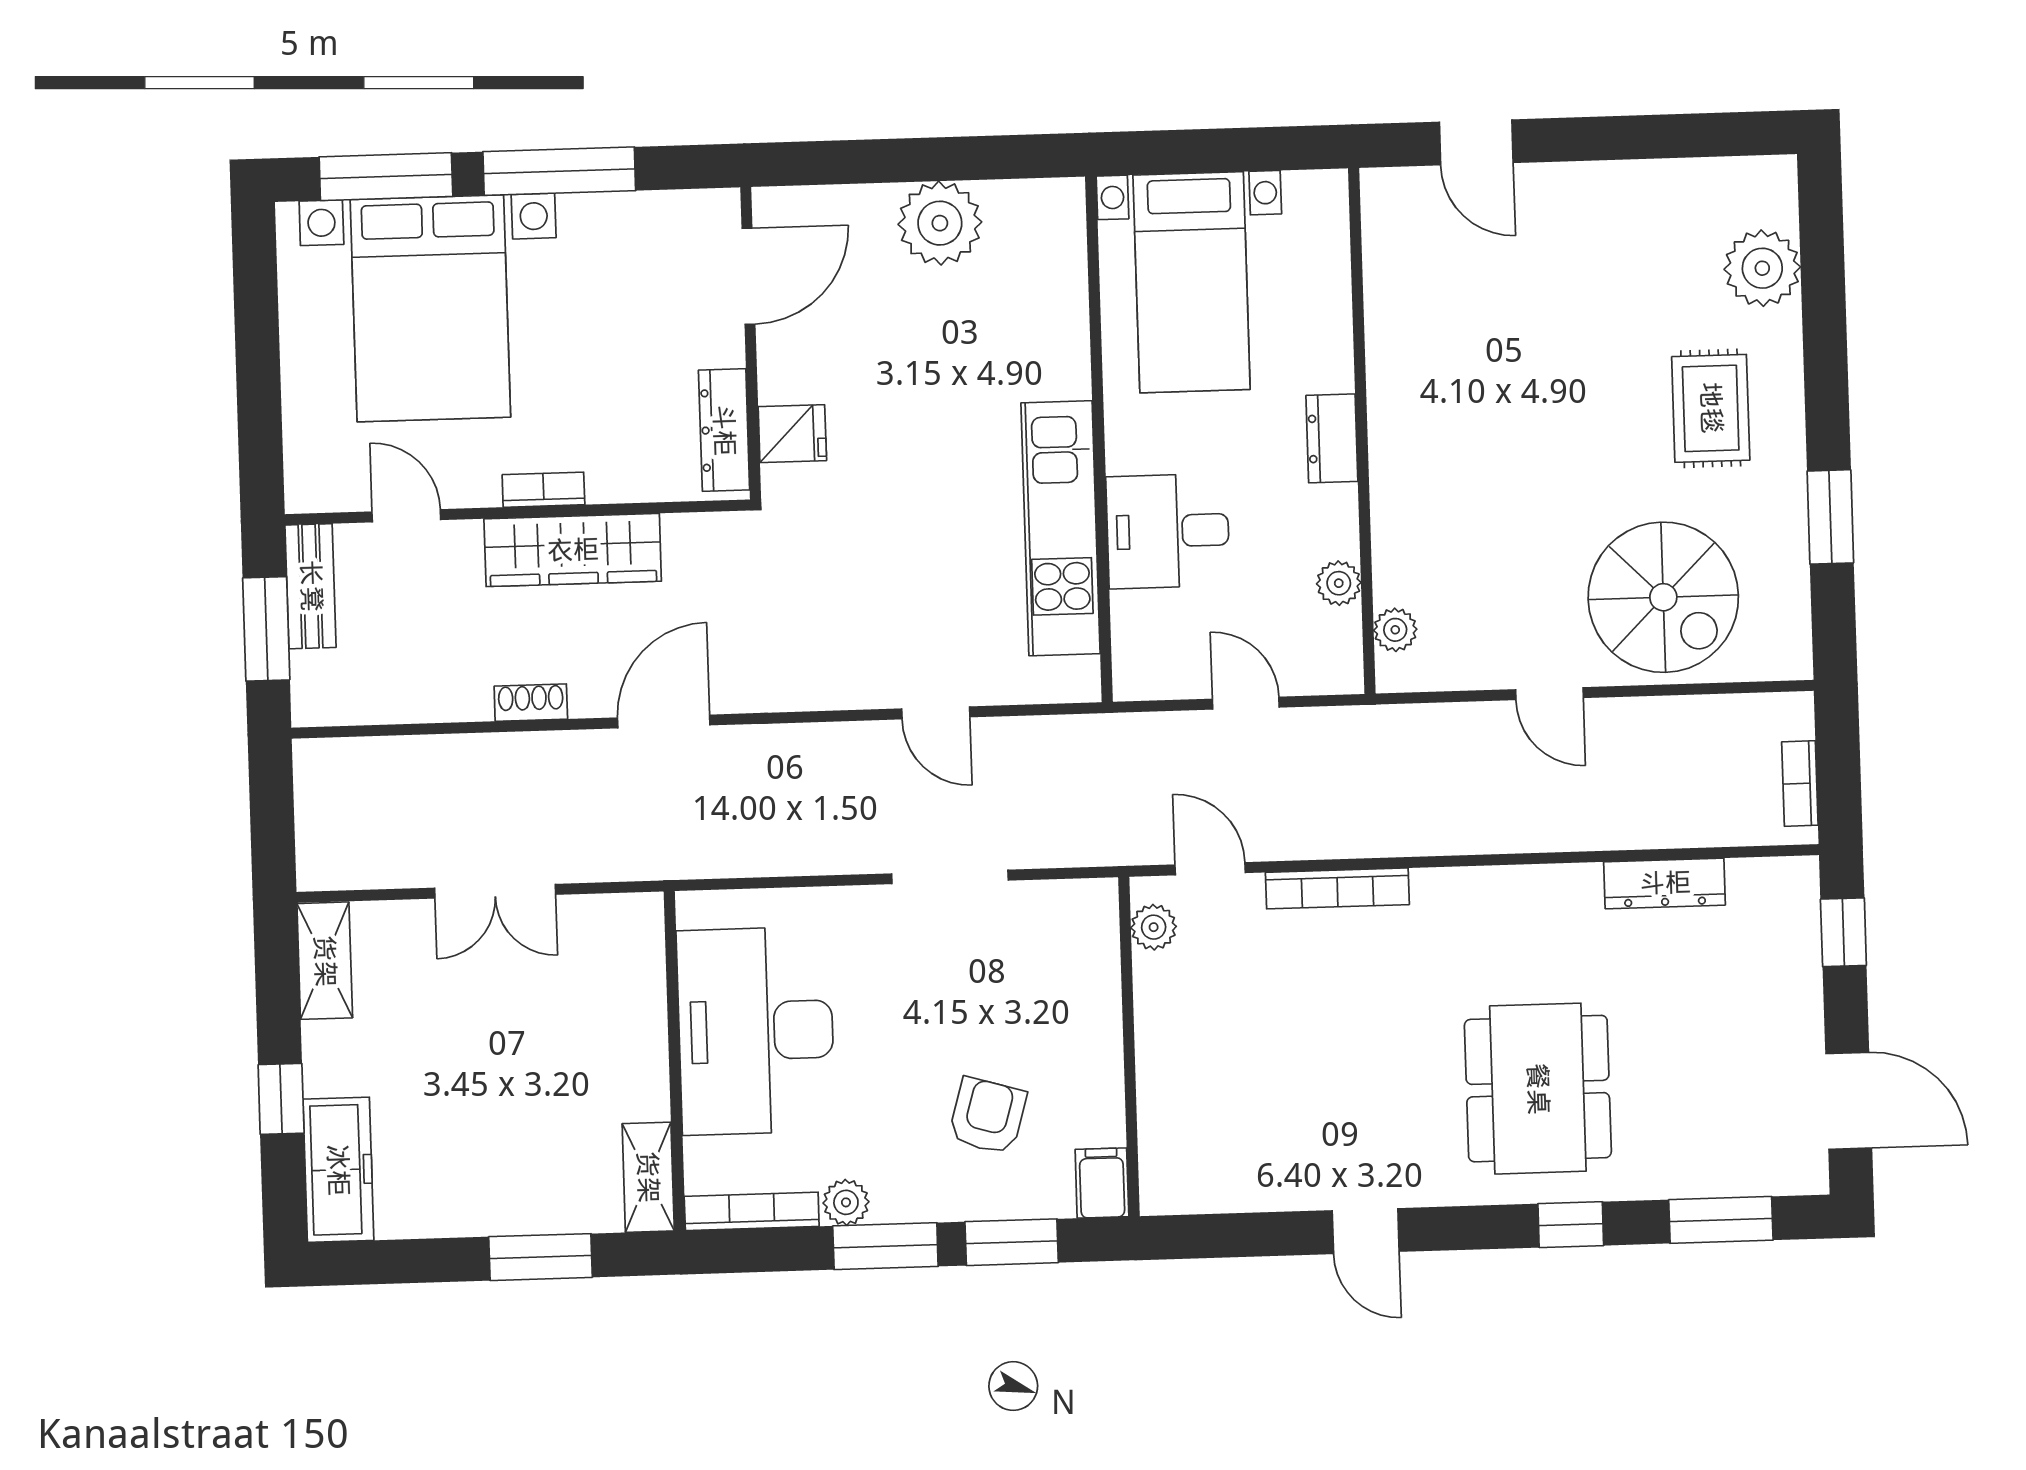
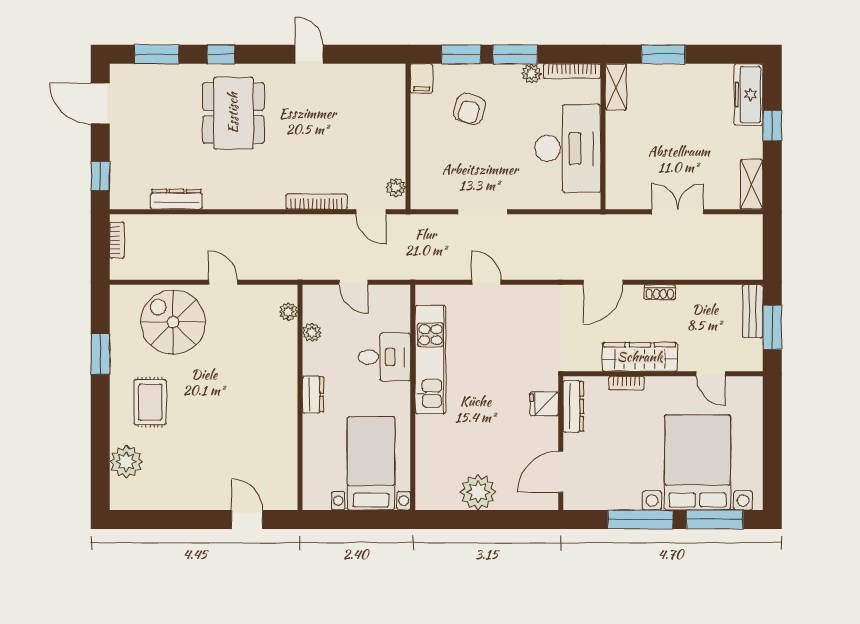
bookcase: (543, 490) -> (626, 383), moved
bench: (311, 586) -> (753, 311), moved

